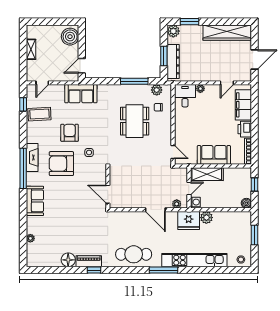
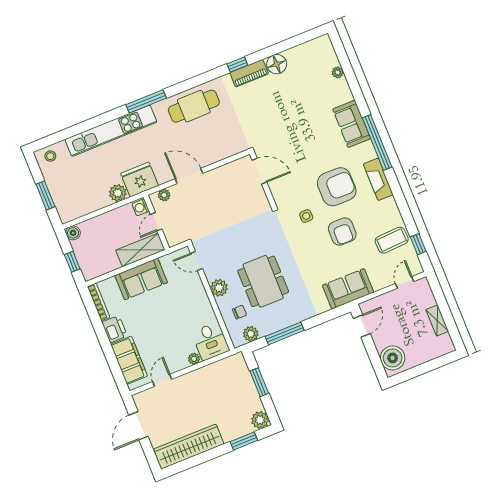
dresser: (173, 61) -> (244, 380), removed
plant: (165, 129) -> (219, 288), added
window: (23, 168) -> (377, 142), moved

